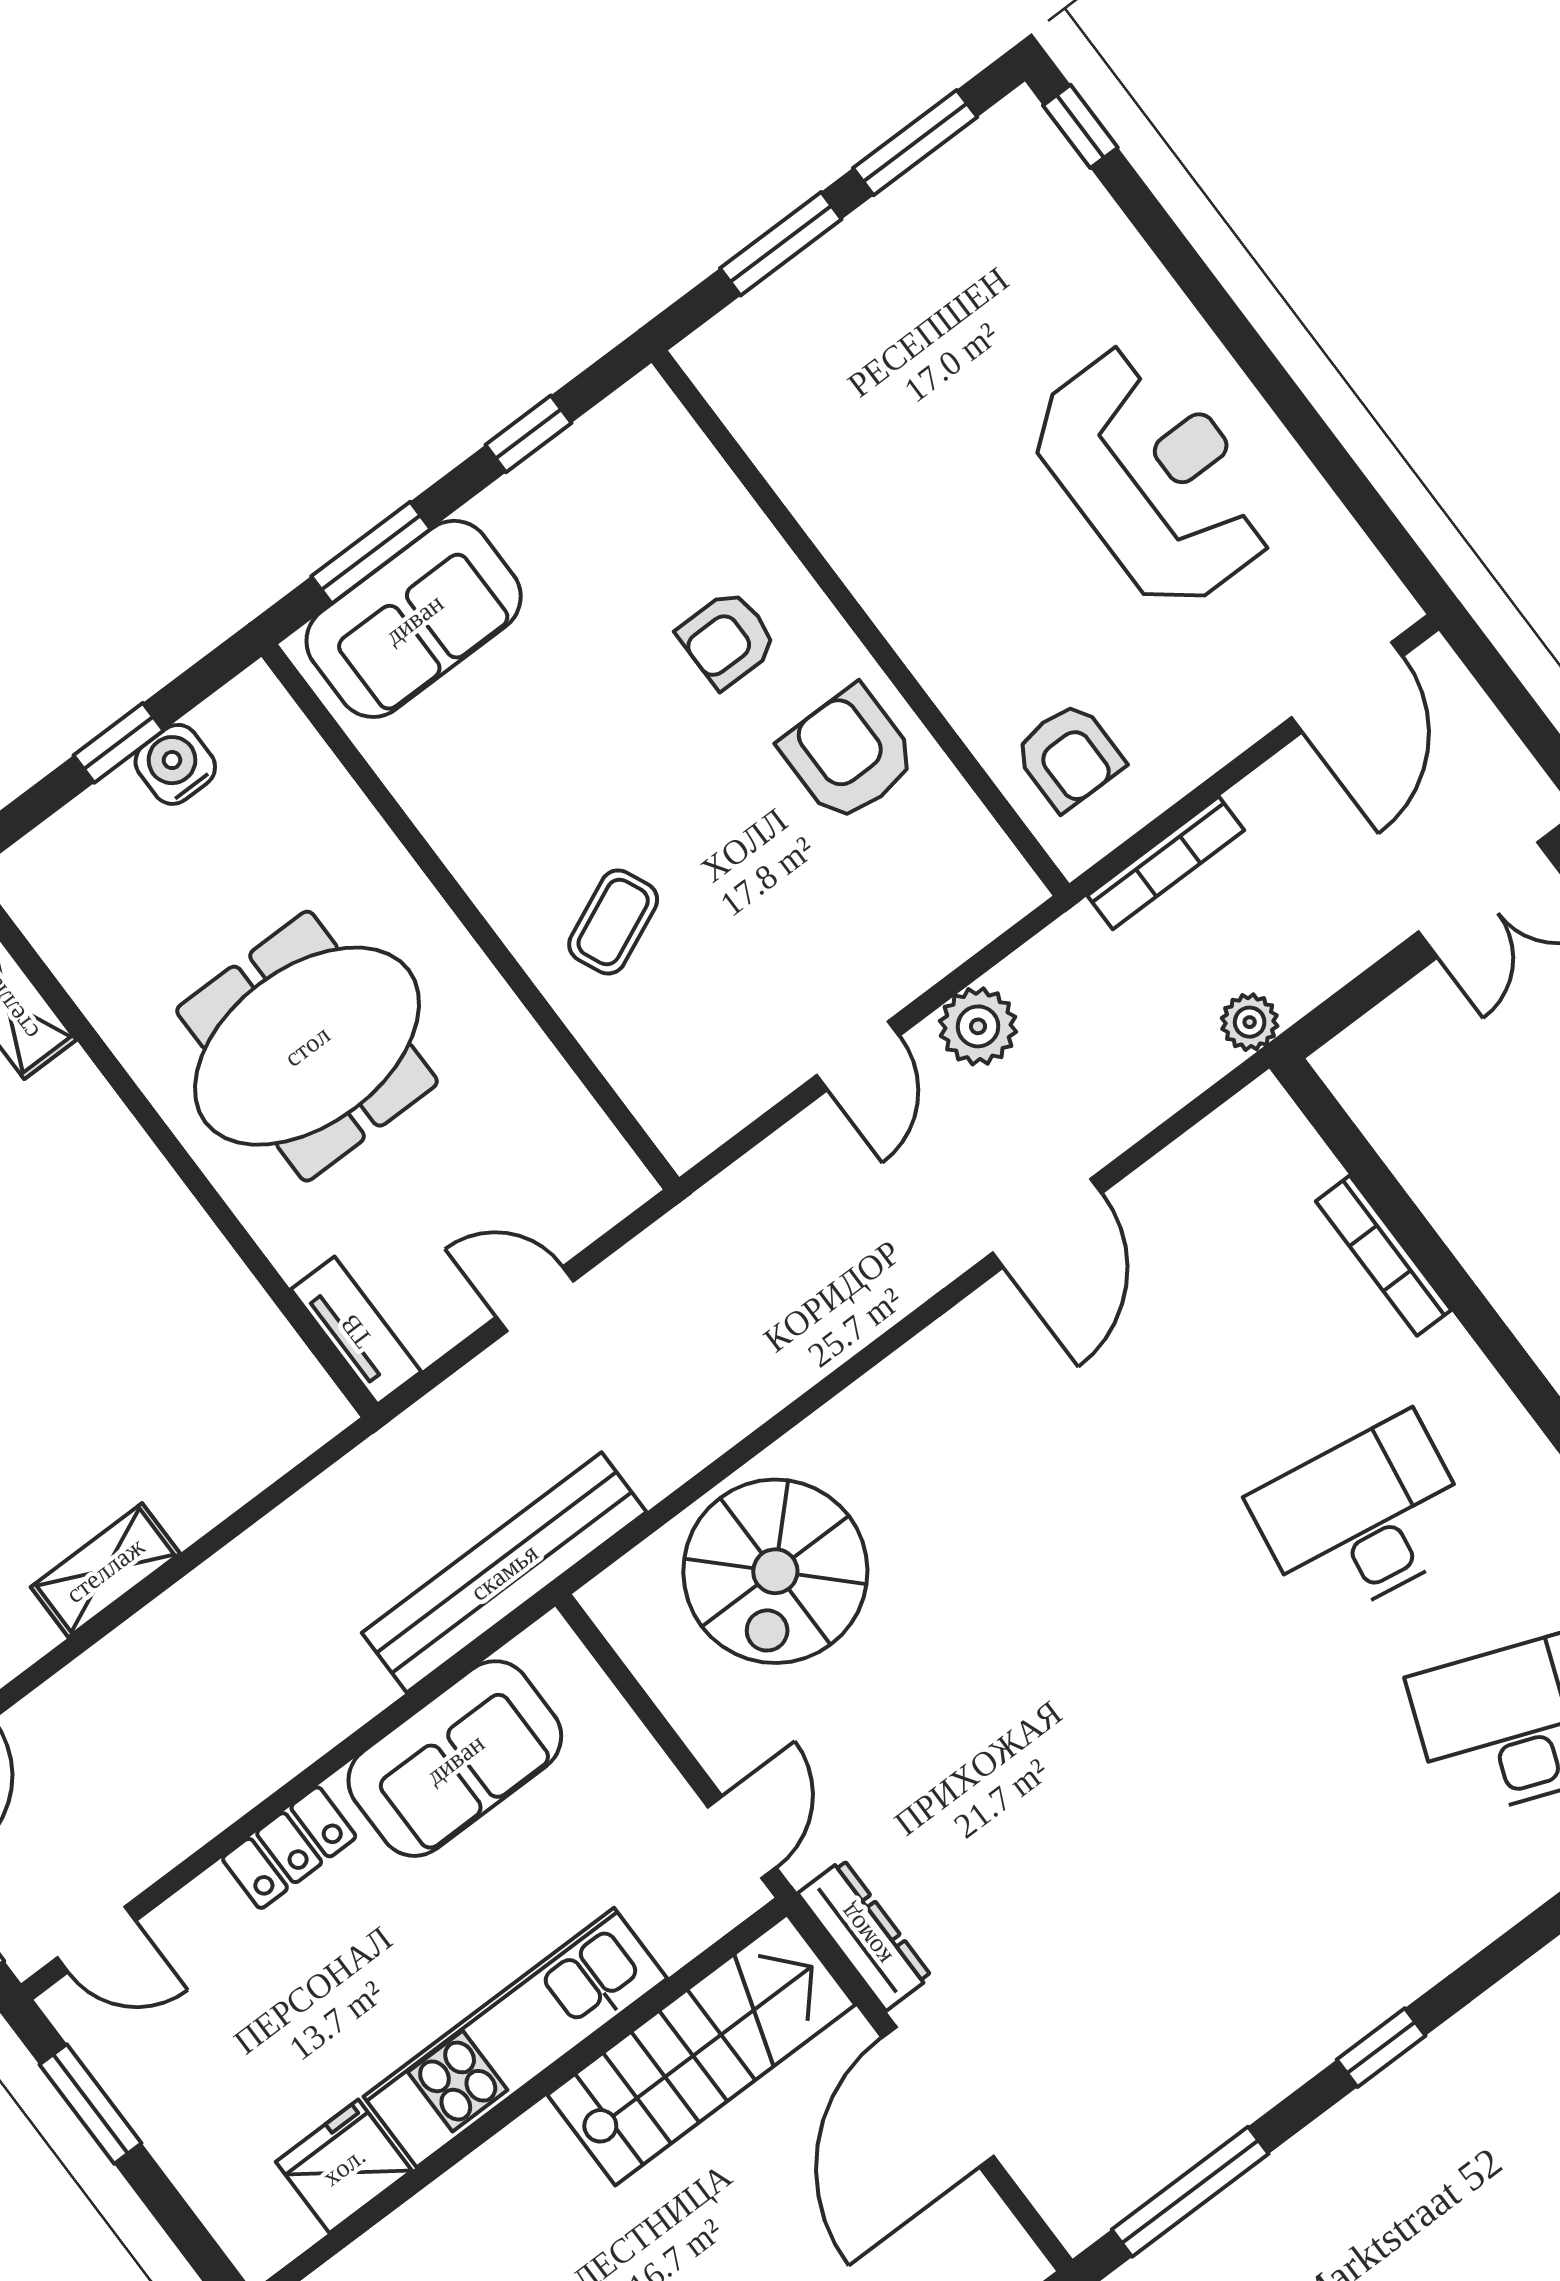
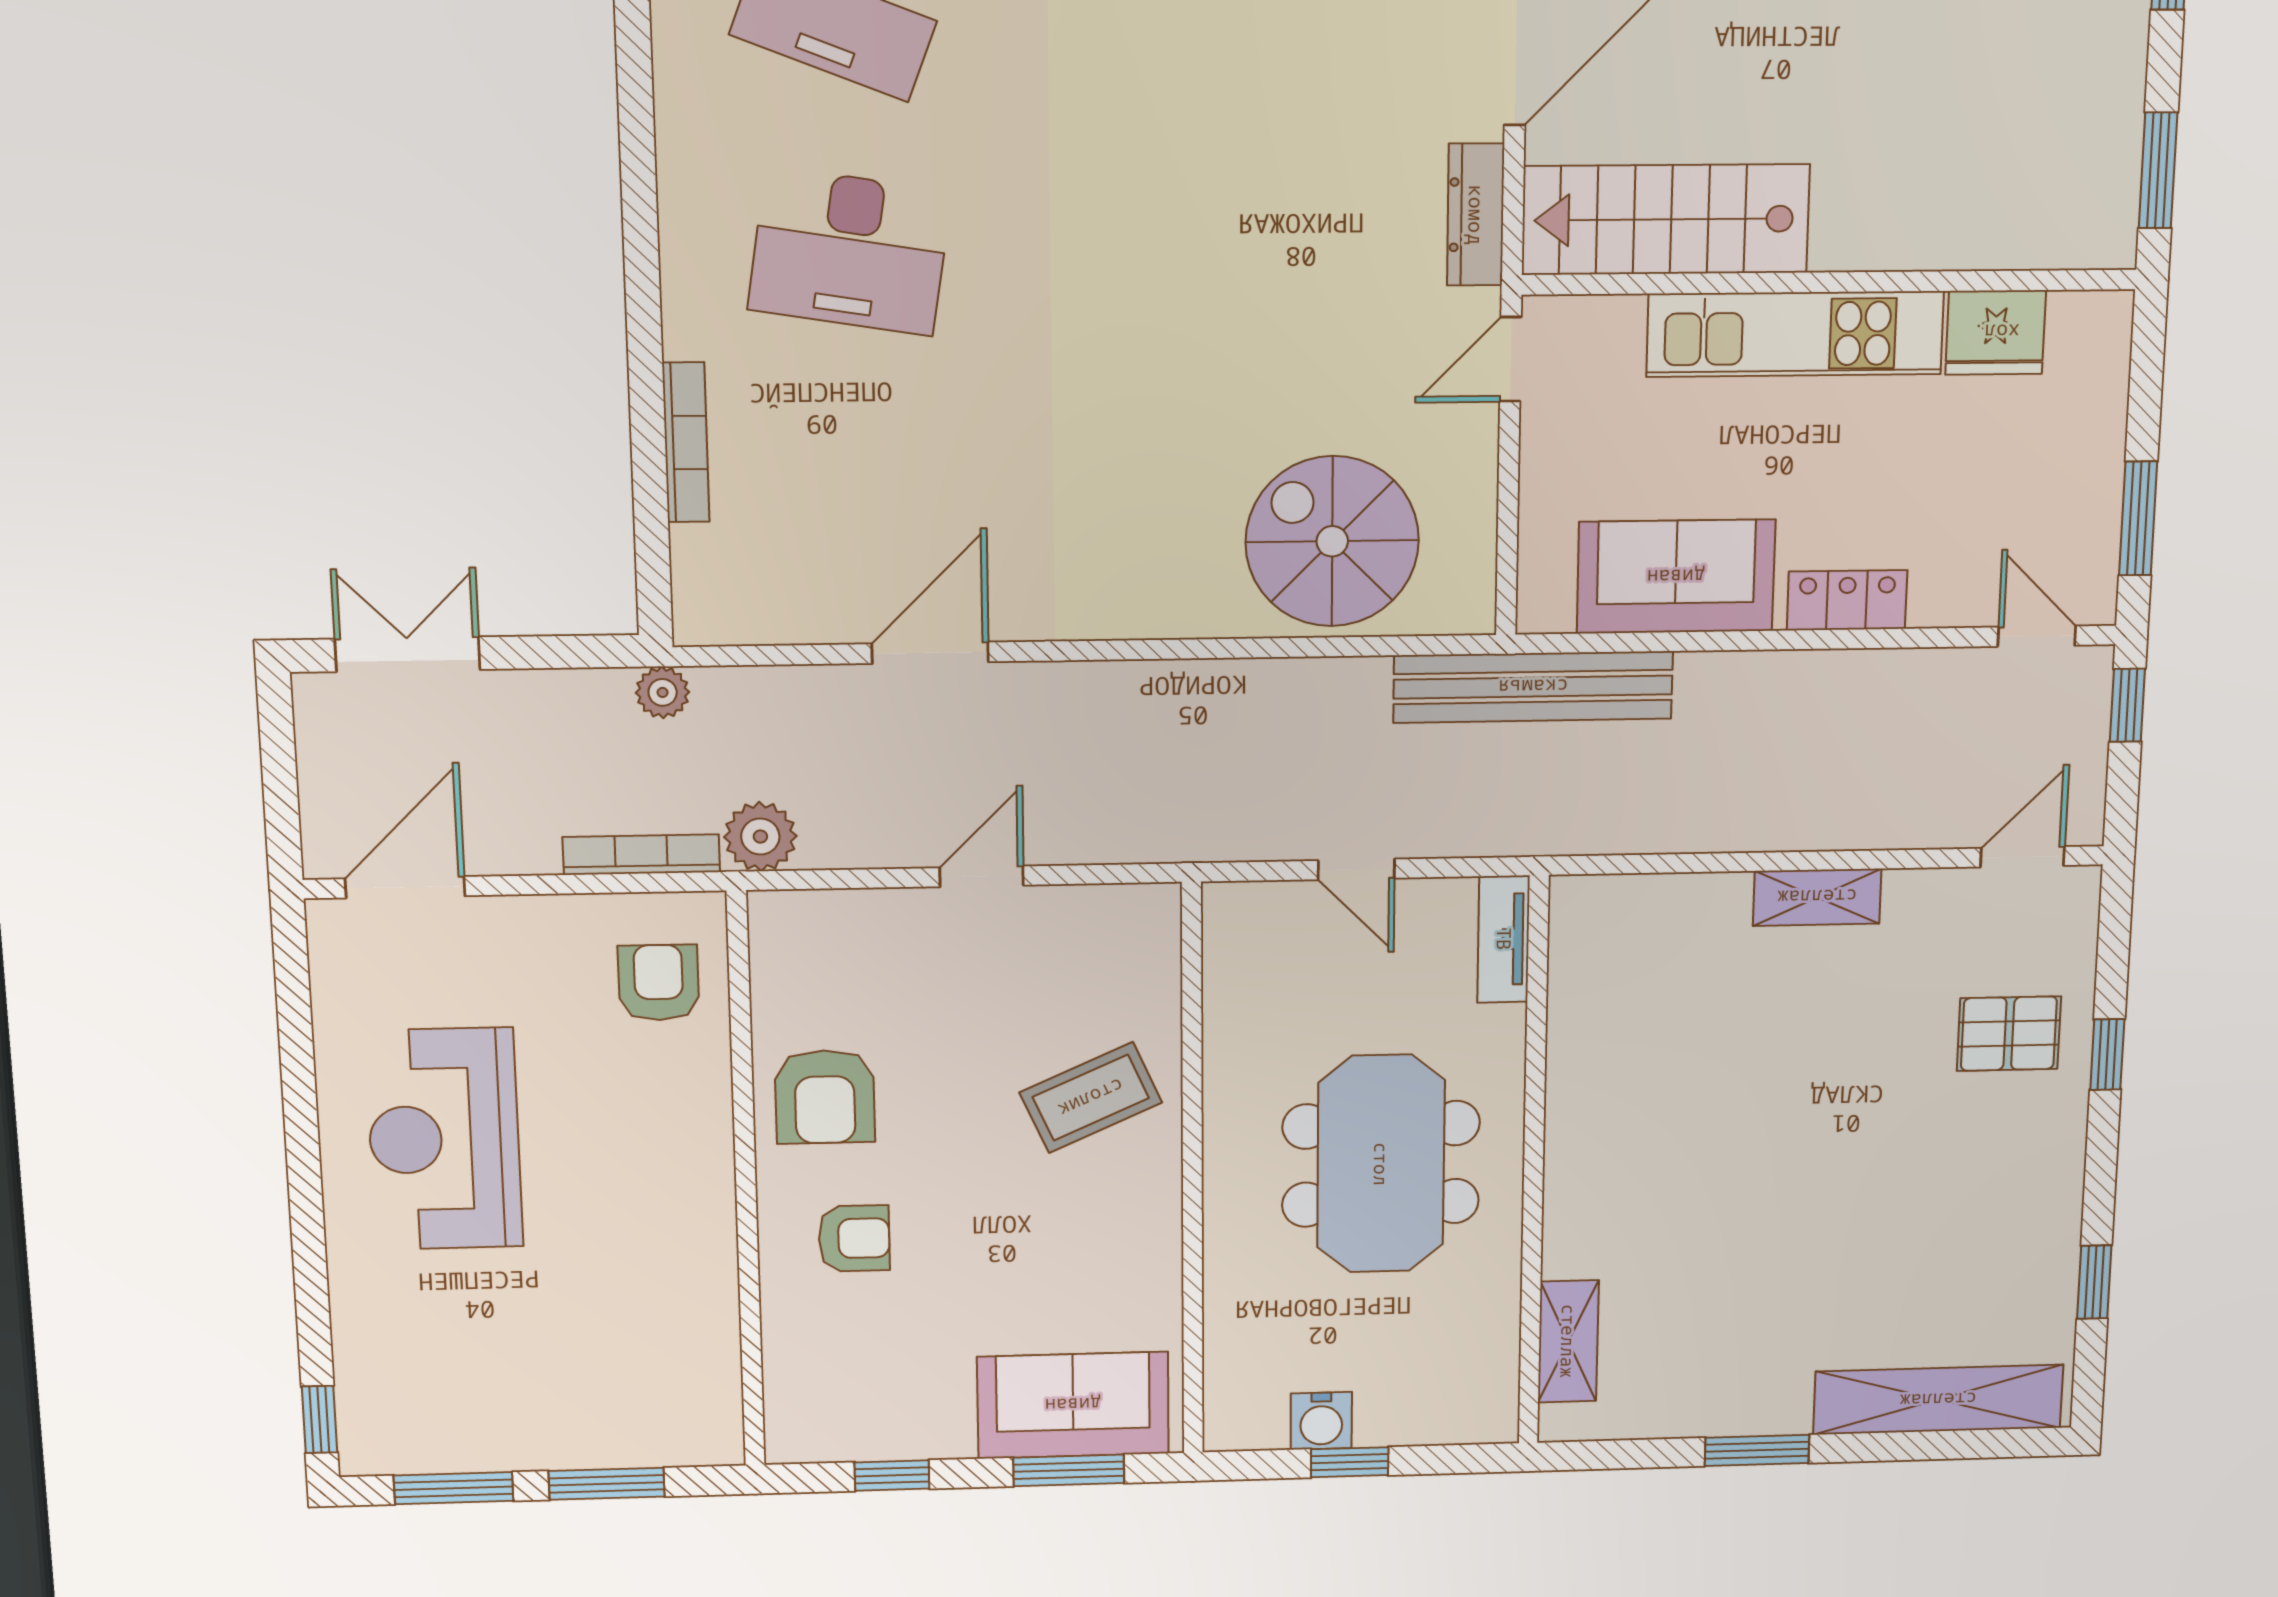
coffee table: (613, 922) -> (1091, 1098), width x1.36, depth x1.30
plant: (978, 1026) -> (760, 837), moved
meeting table: (307, 1046) -> (1381, 1164), turned 90
spiral stairs: (775, 1571) -> (1332, 541), turned -90

